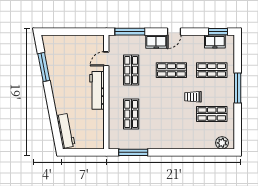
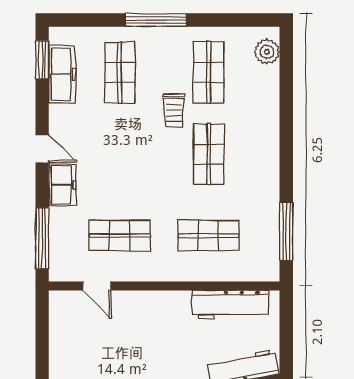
freezer: (215, 42) -> (62, 74), width x1.40
shop shelf: (171, 70) -> (209, 154), moved
workbench: (97, 90) -> (230, 305), moved

